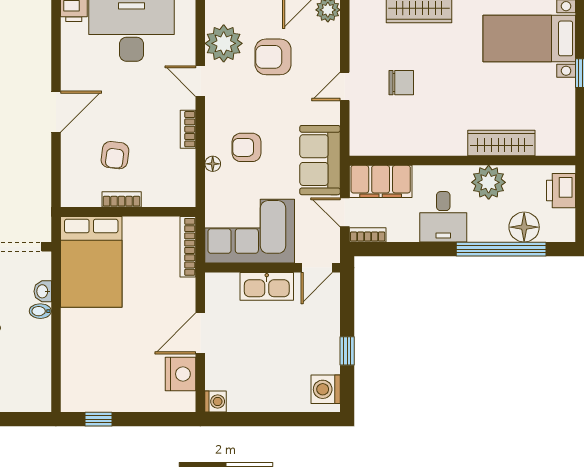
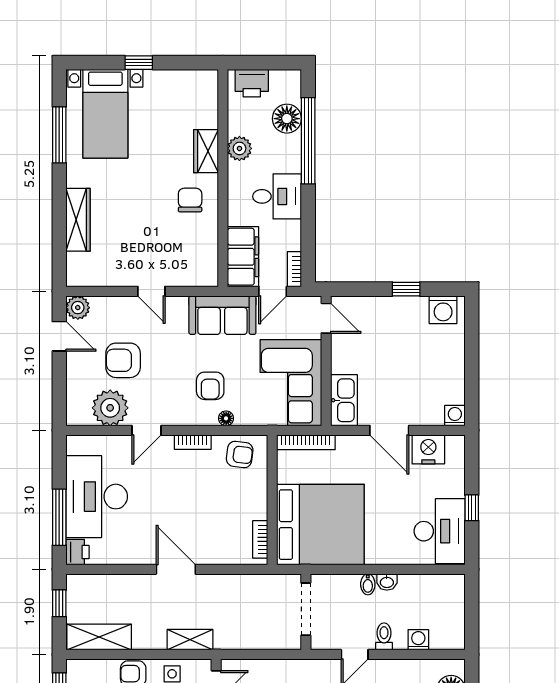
armchair: (273, 57) -> (123, 360), turned 90
chair: (401, 83) -> (190, 200), moved
wardrobe: (501, 143) -> (206, 151), width x0.67
armchair: (115, 155) -> (240, 455), moved
plant: (489, 182) -> (239, 148), width x0.73, depth x0.73
bookcase: (122, 199) -> (260, 539), moved
bed: (91, 262) -> (320, 525), width x1.36
kitchen sink: (267, 286) -> (344, 400), moved
washbasin: (43, 291) -> (387, 582), moved
desk: (96, 386) -> (440, 531), added
window: (99, 419) -> (472, 508), moved

